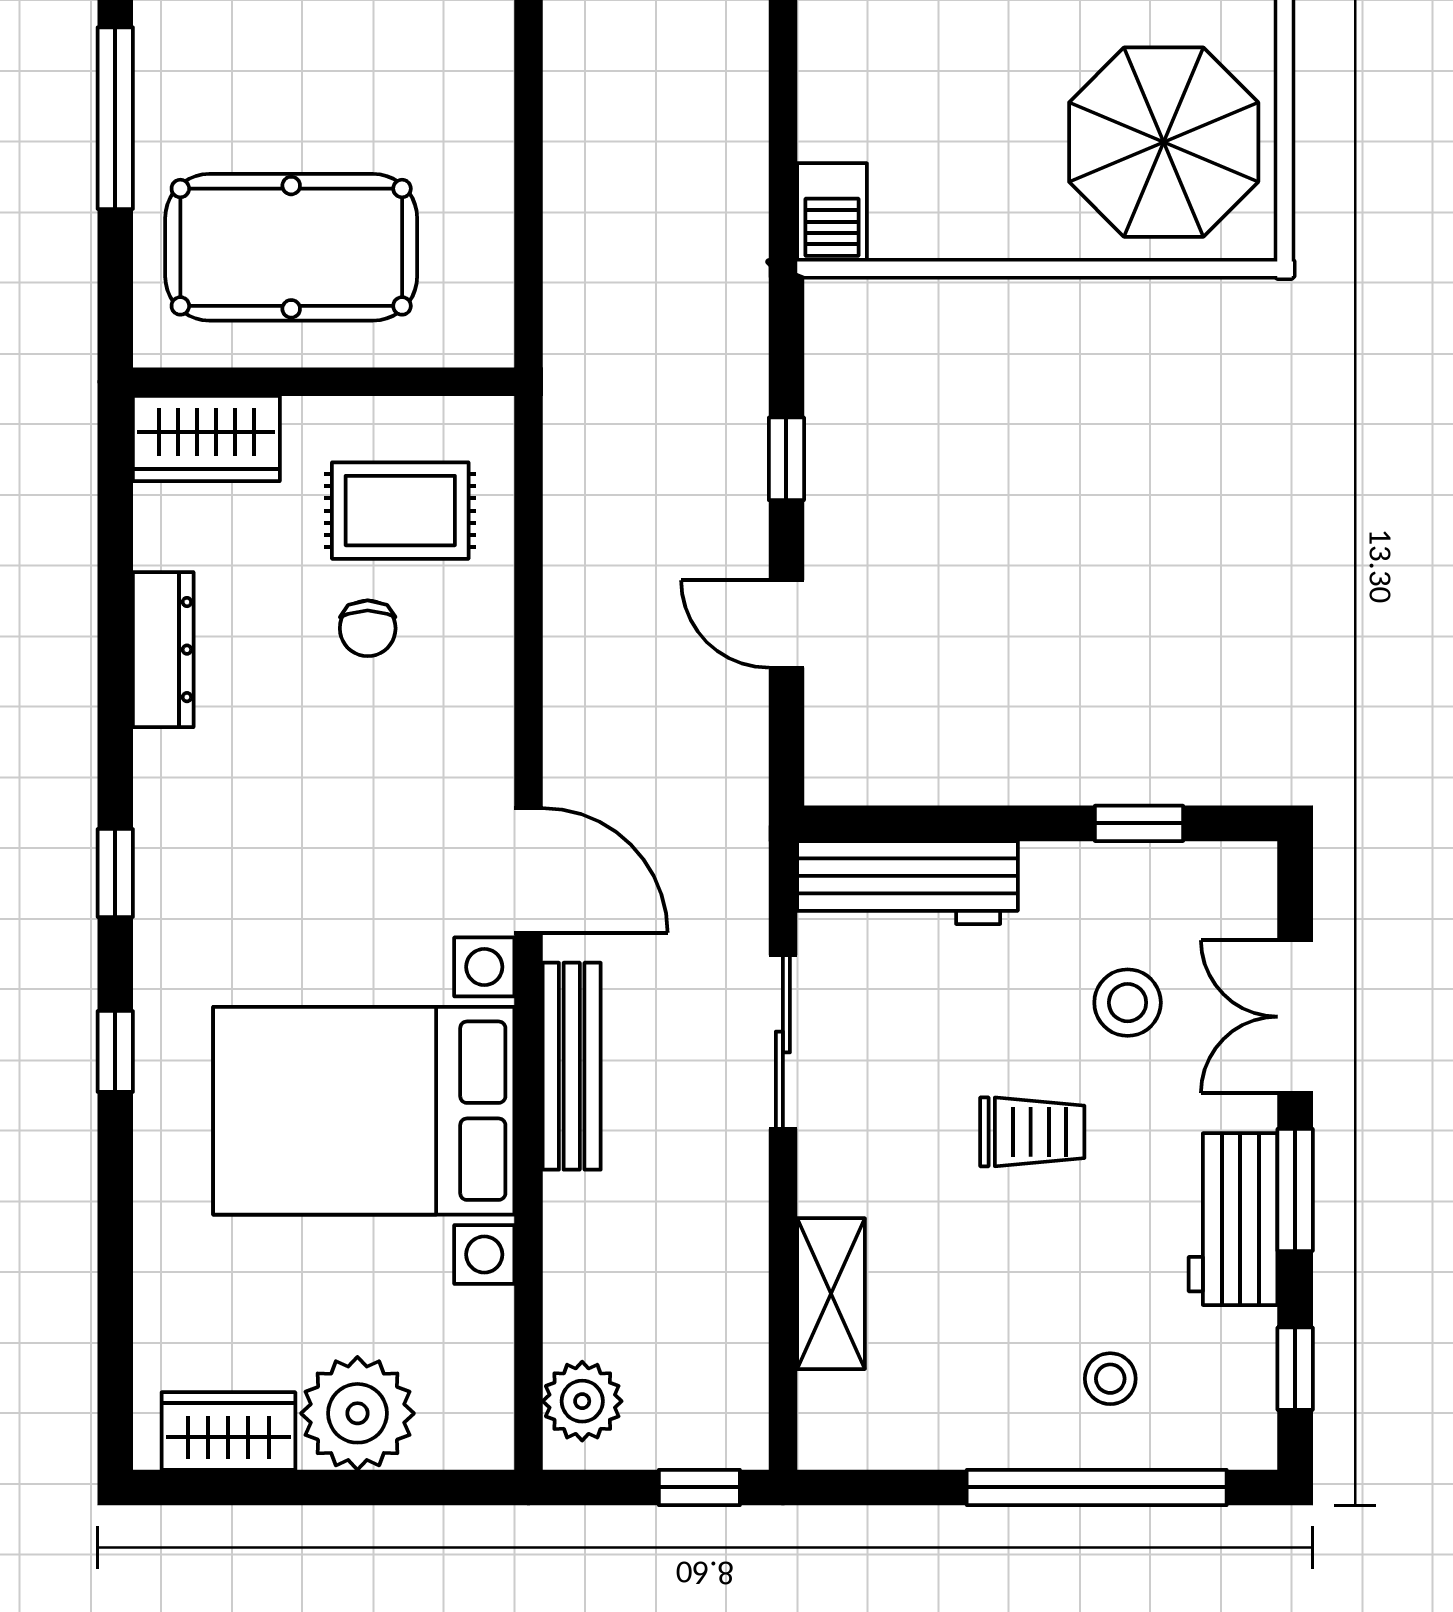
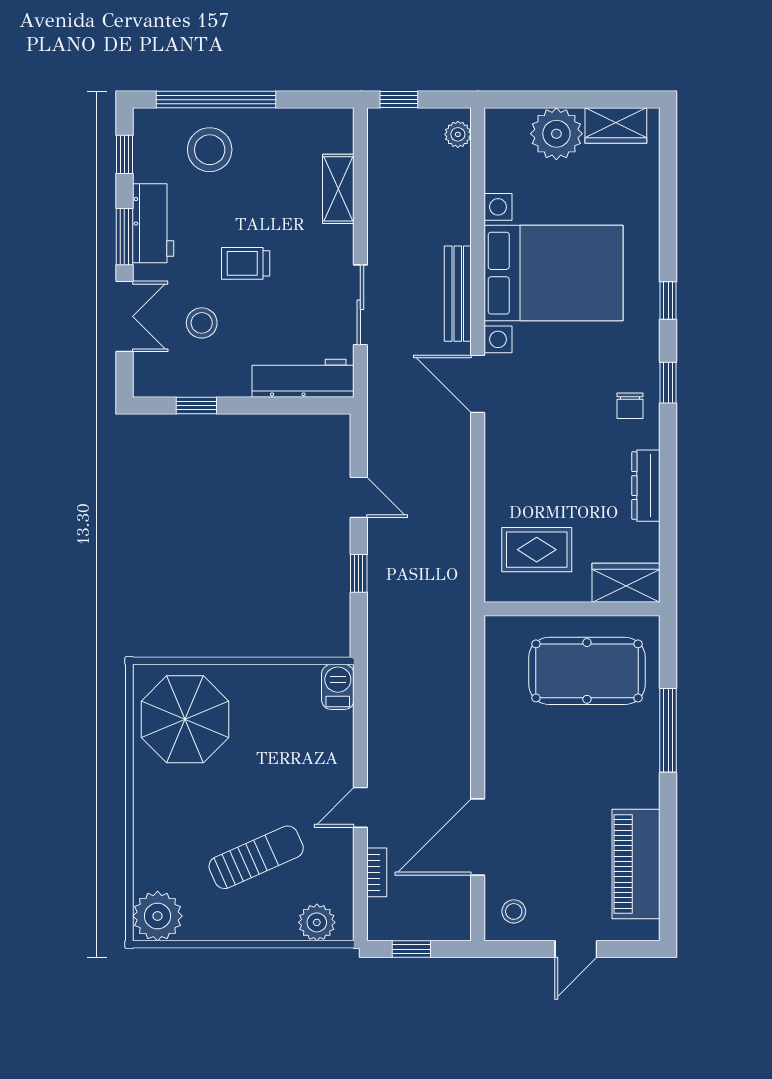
chair: (368, 628) -> (630, 406), moved, turned 180
stool: (1110, 1379) -> (210, 150), width x1.89, depth x1.89
plant: (582, 1401) -> (458, 134), width x0.73, depth x0.73

